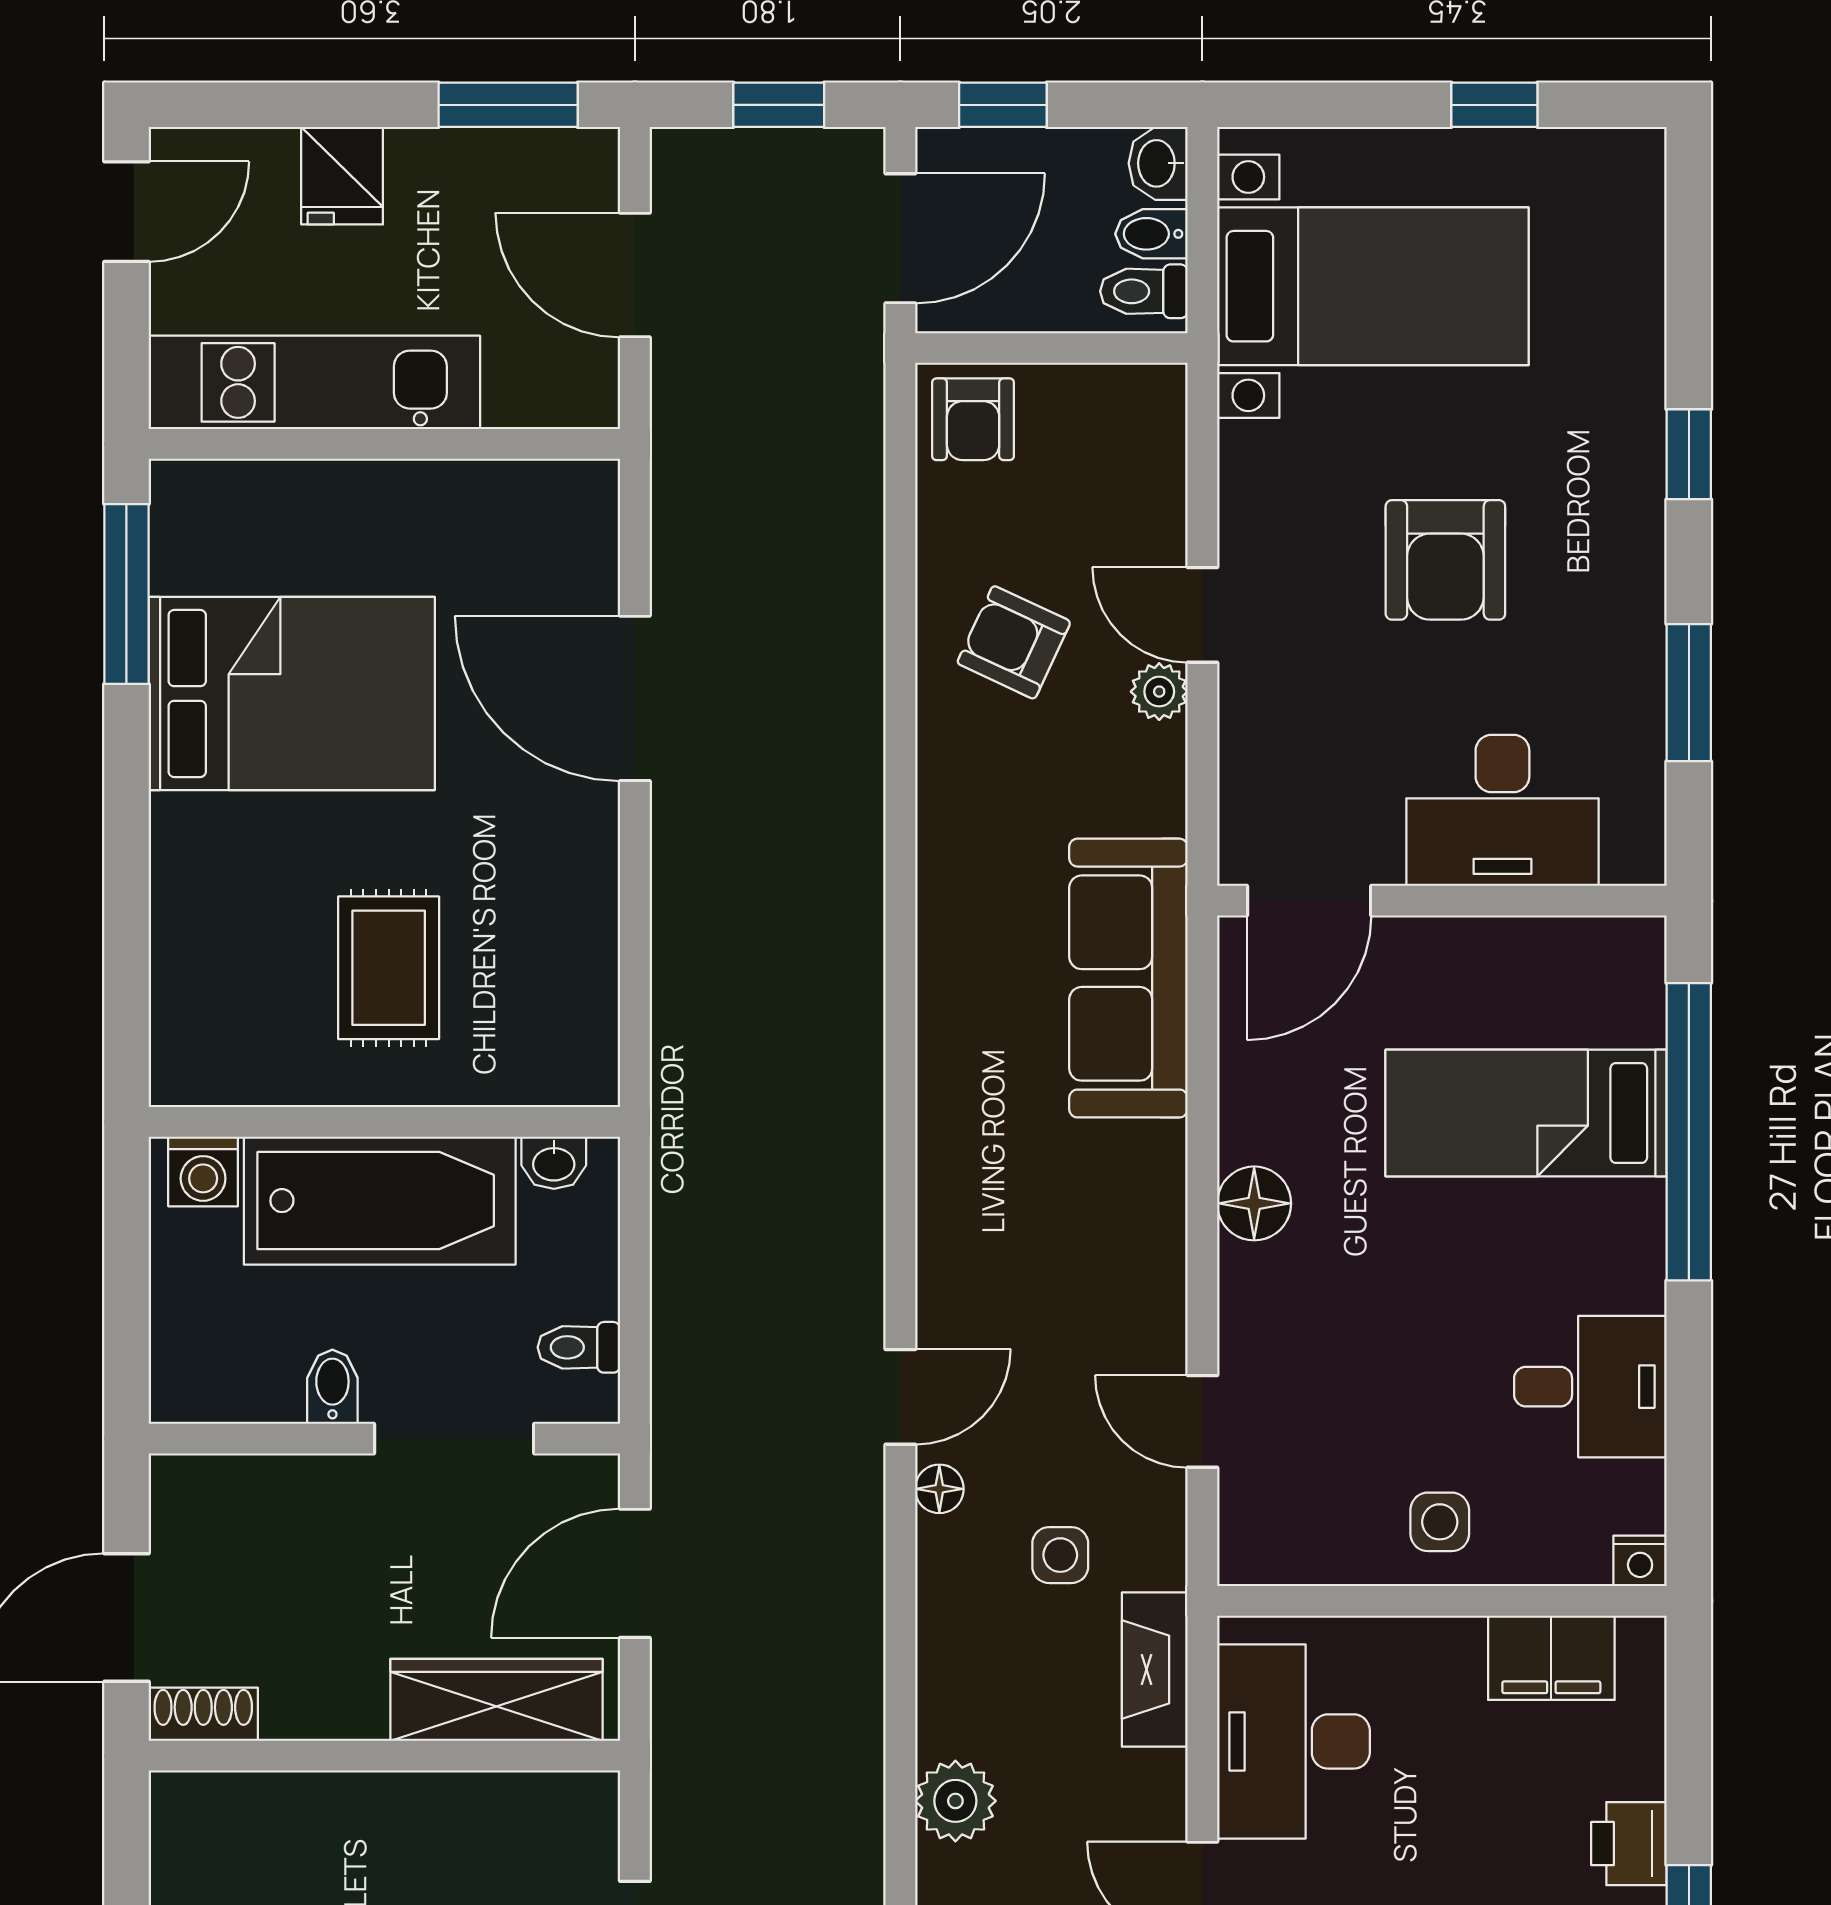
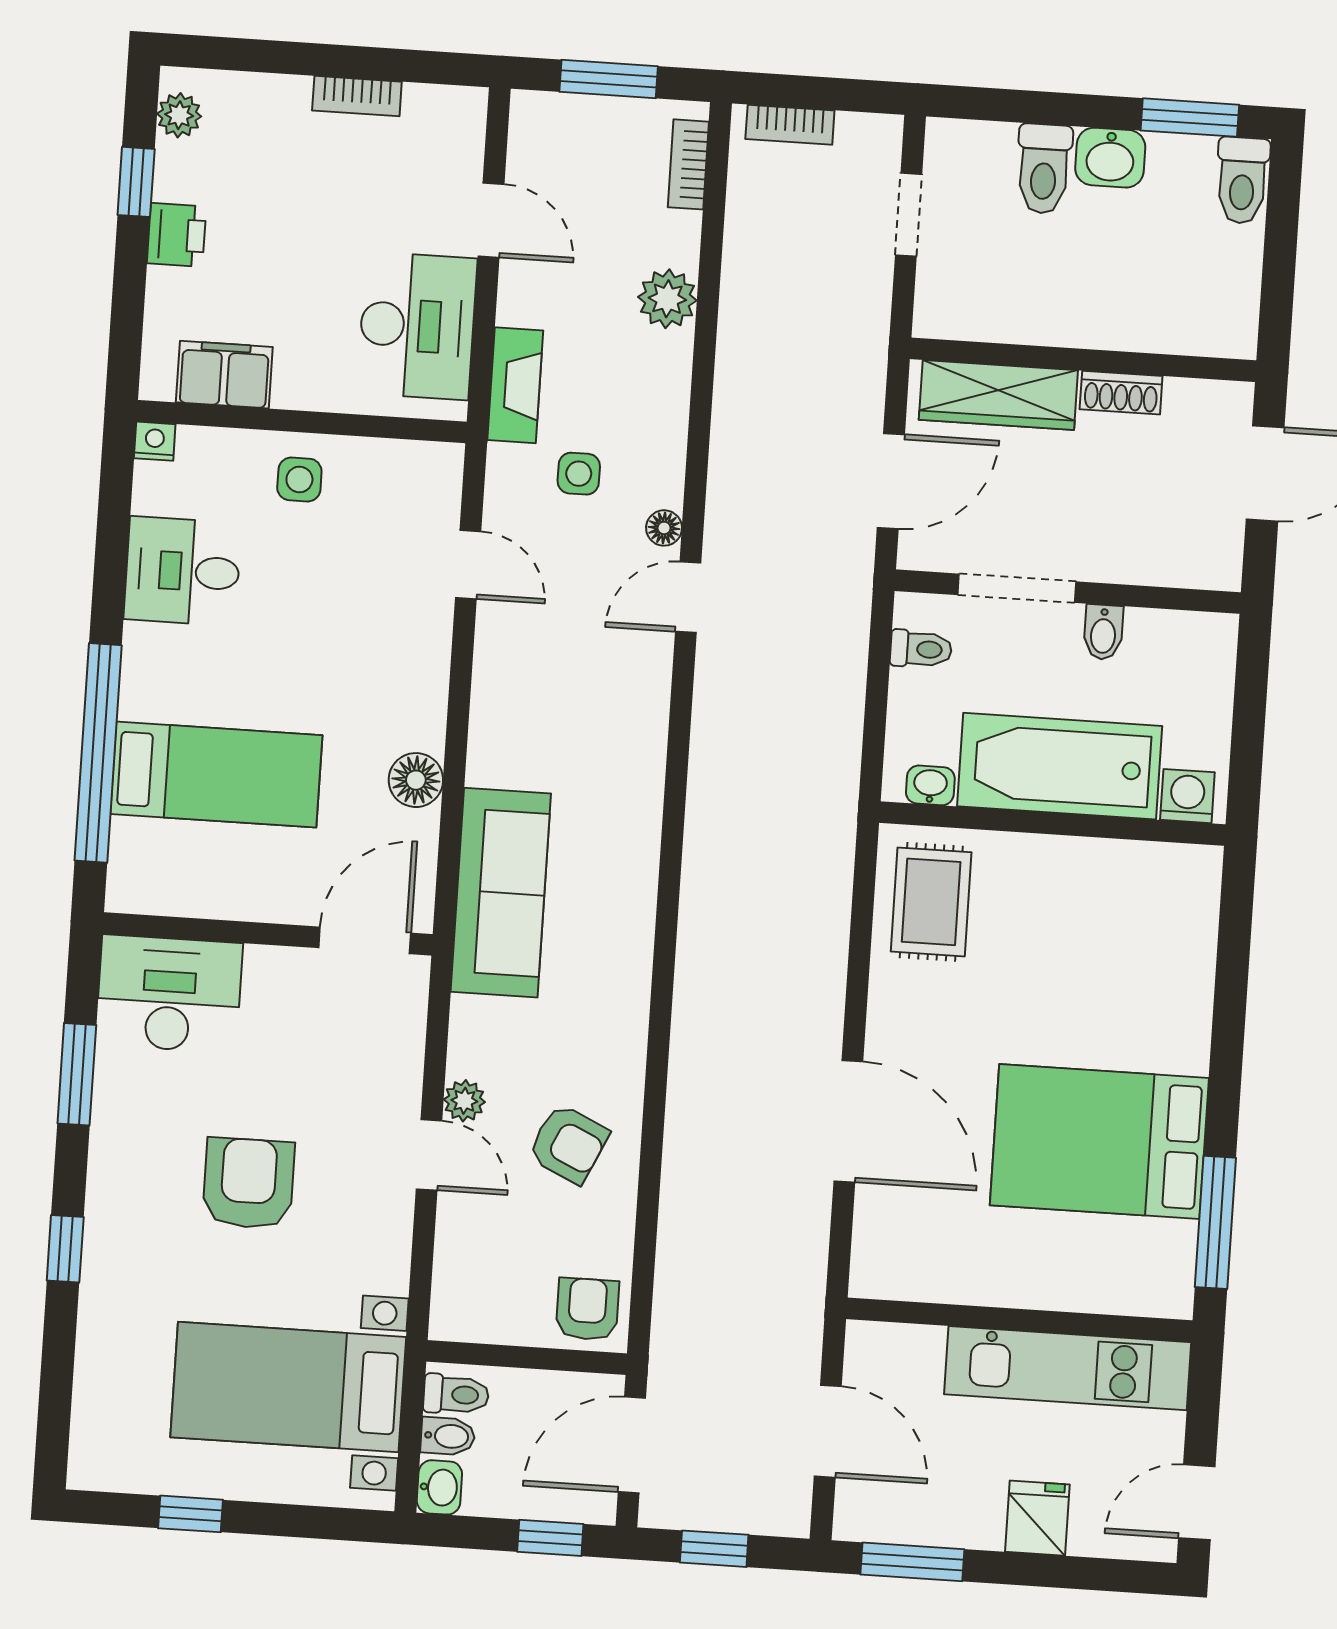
desk: (1502, 810) -> (169, 994), moved
rug: (389, 968) -> (931, 902), moved
floor lamp: (1254, 1203) -> (416, 780), moved
shoe rack: (203, 1714) -> (1121, 393), moved

